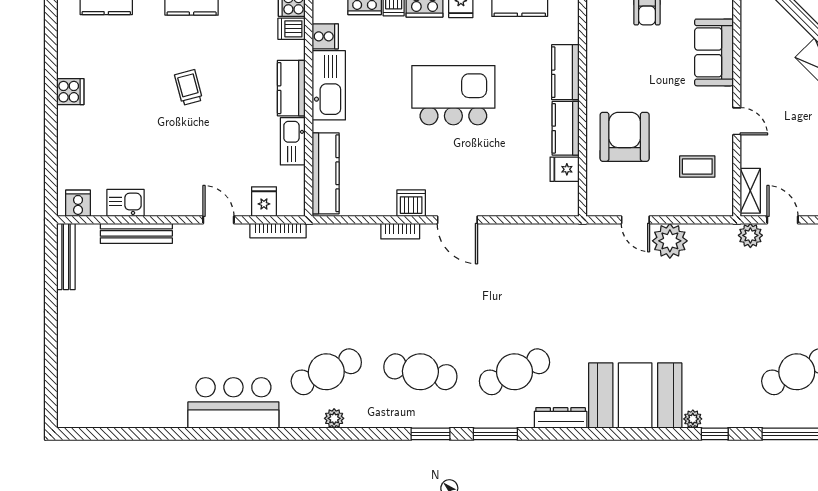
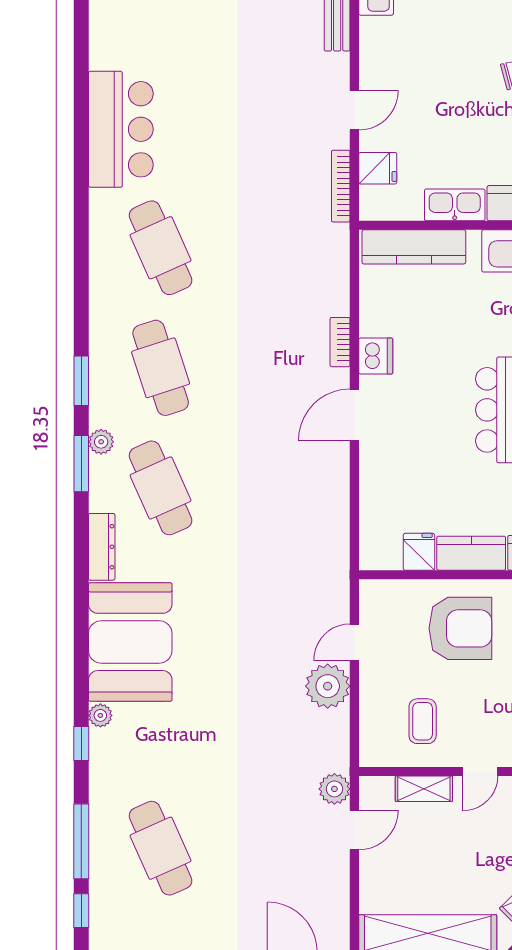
shelving: (750, 191) -> (424, 789), moved
cafe table: (420, 372) -> (161, 368), turned -30
plant: (334, 418) -> (101, 442), moved

